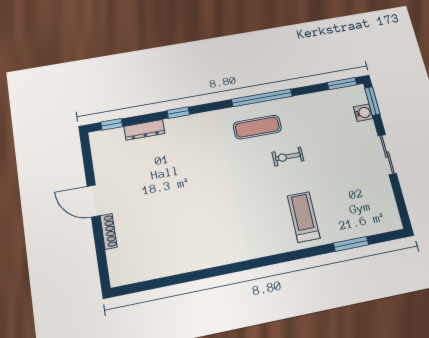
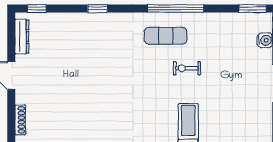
dresser: (144, 130) -> (22, 37), moved, turned -90
shoe rack: (109, 231) -> (20, 120), moved

